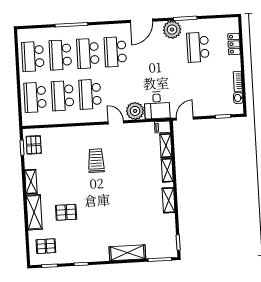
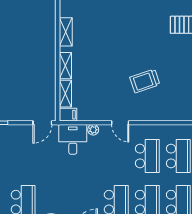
plant: (135, 111) -> (93, 130), width x0.53, depth x0.53
trolley: (96, 161) -> (145, 81), turned 71

